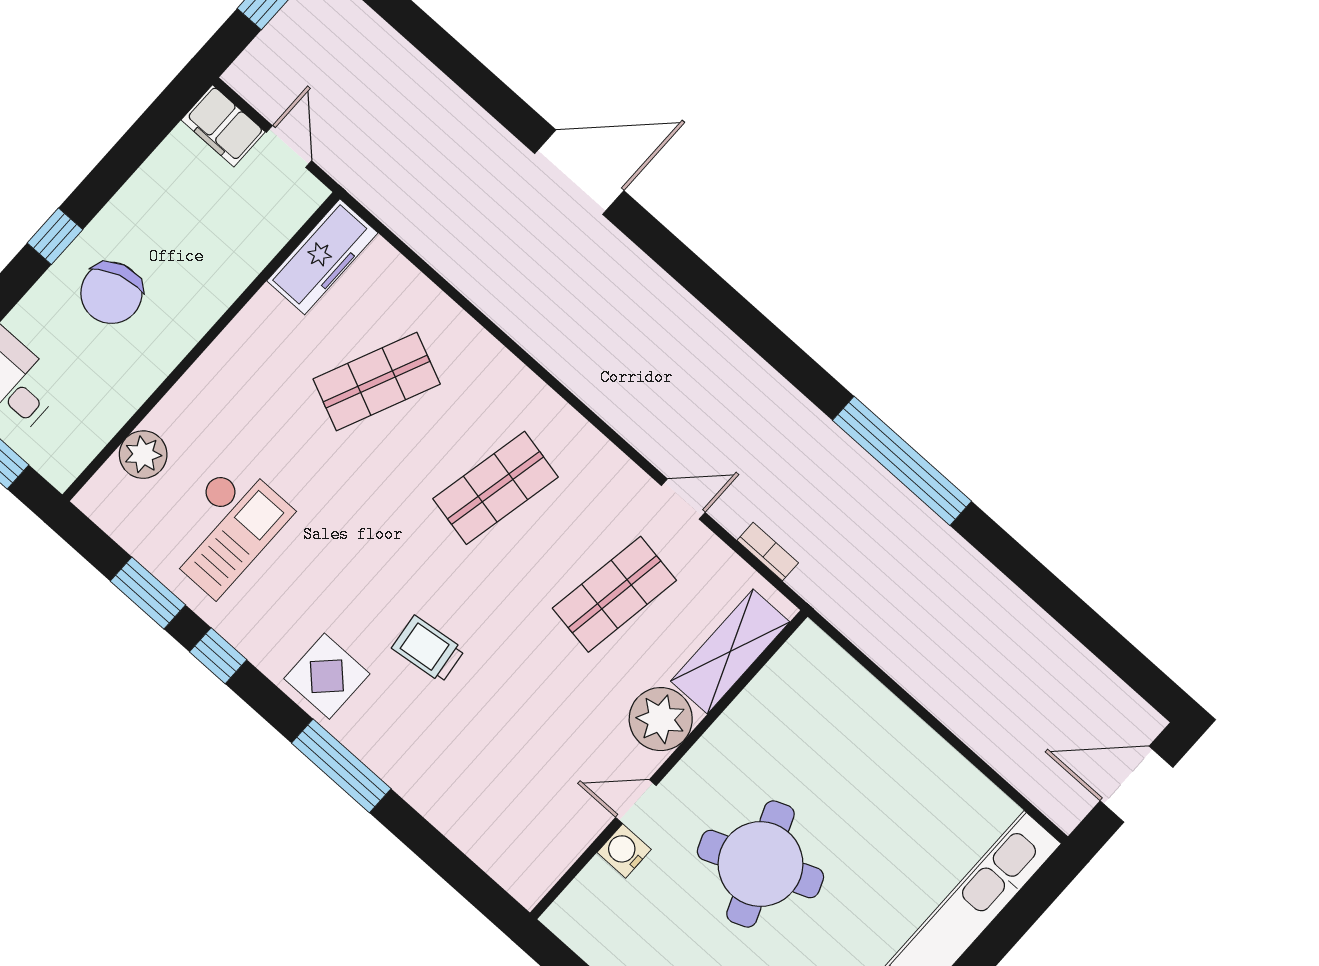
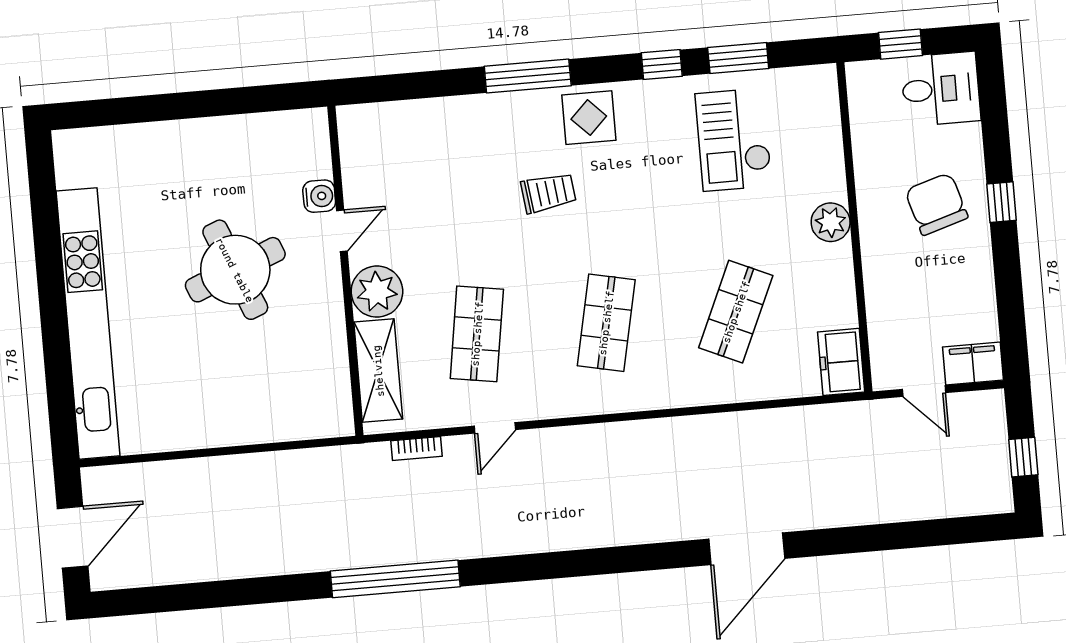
freezer: (322, 257) -> (841, 362), width x0.71
plant: (143, 455) -> (831, 222), moved

